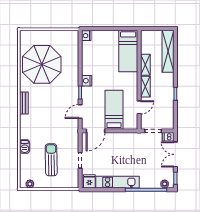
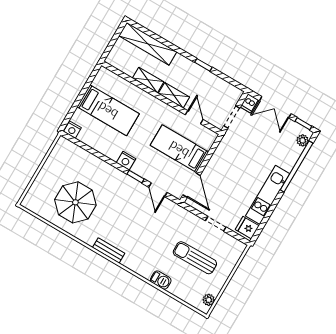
bed: (128, 51) -> (108, 110), moved
parasol: (42, 64) -> (75, 202), width x0.73, depth x0.73

